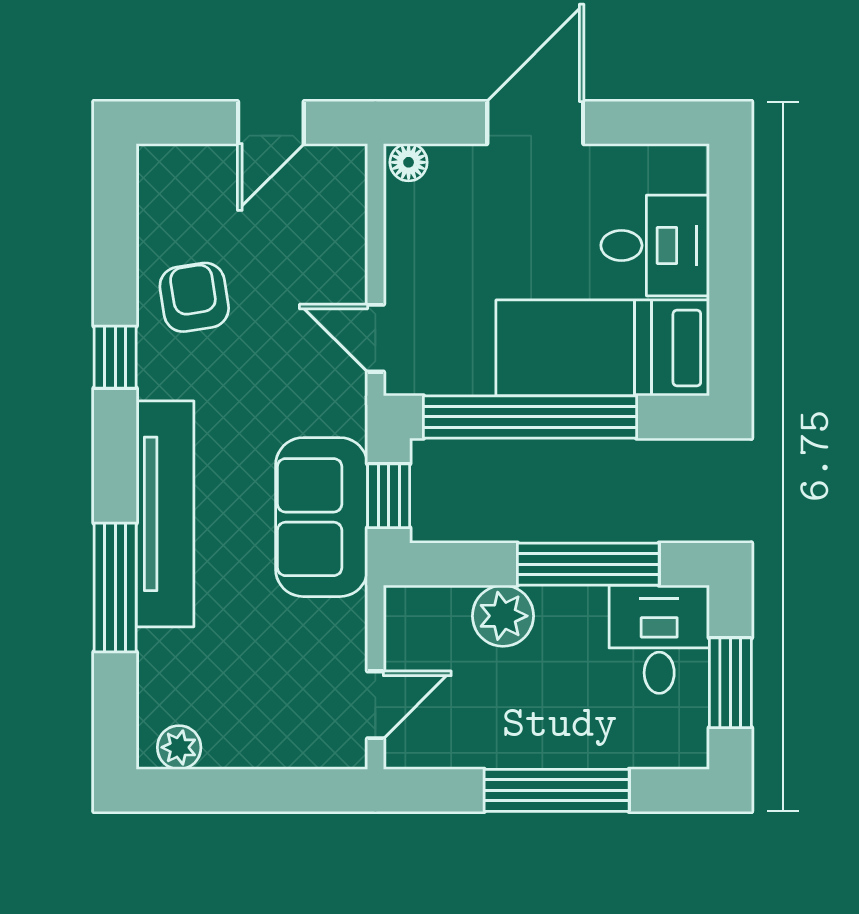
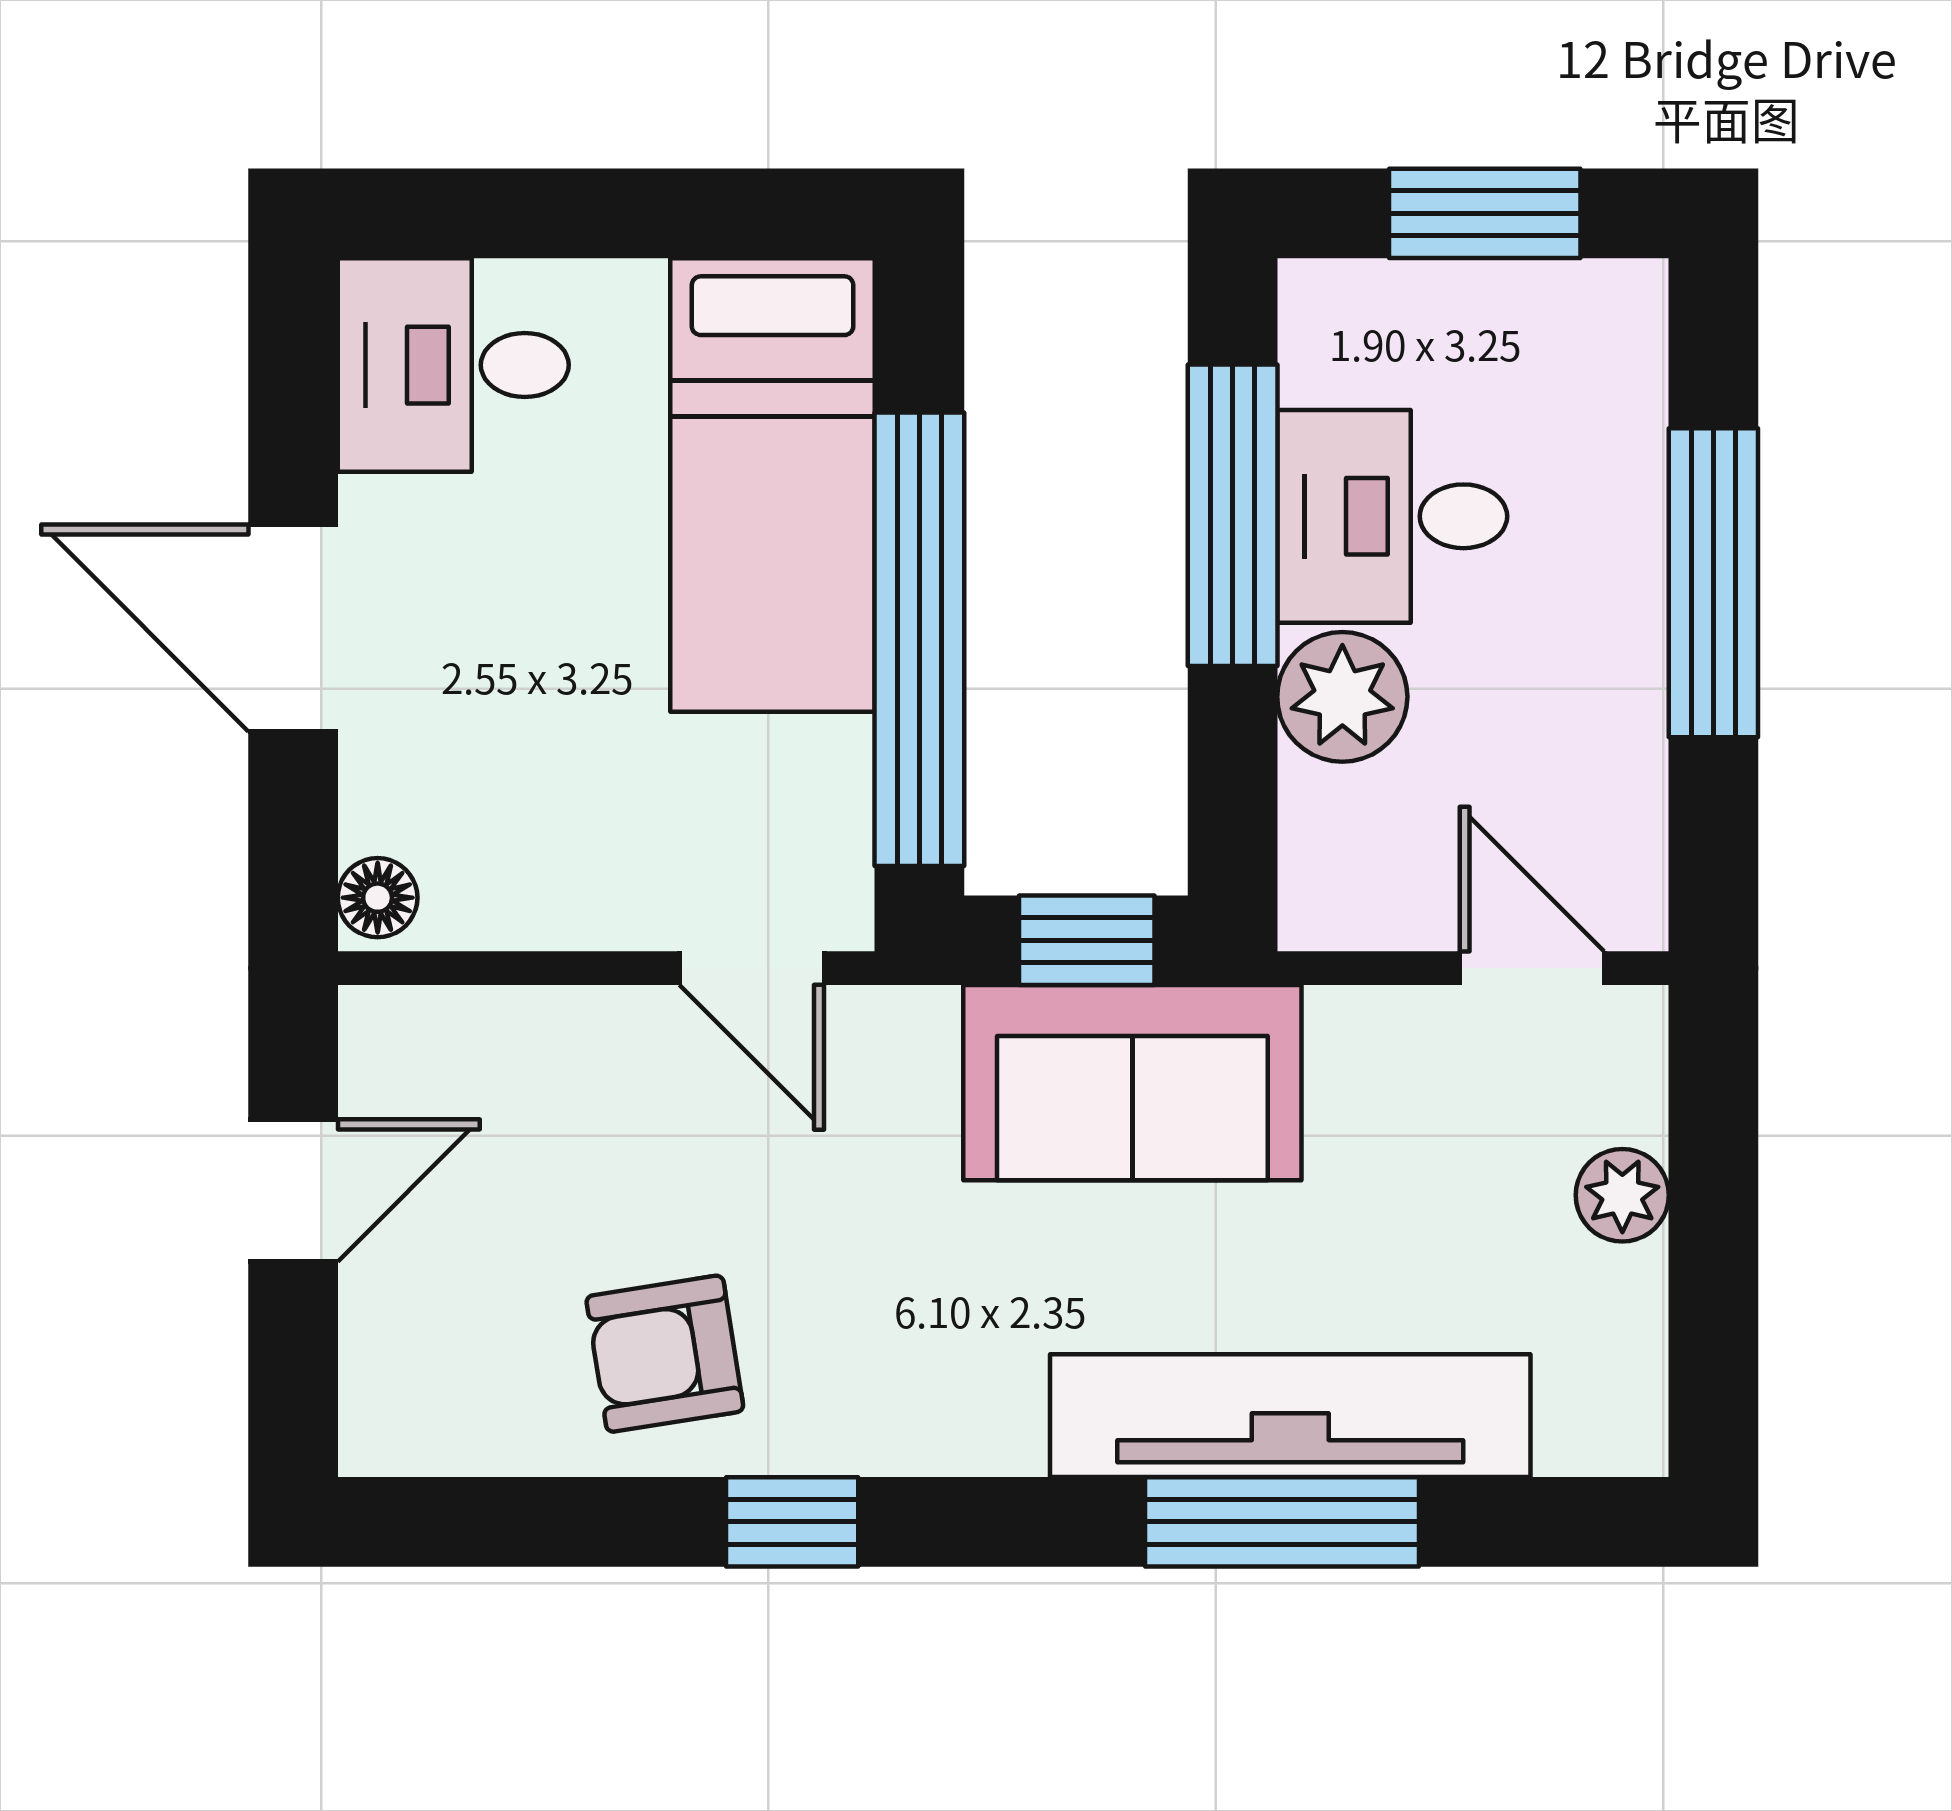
door: (271, 123) -> (293, 1191), hinge flipped
desk: (655, 245) -> (453, 365), moved, turned -90
door: (375, 338) -> (752, 968), hinge flipped
tv unit: (165, 514) -> (1290, 1416), moved
desk: (659, 639) -> (1392, 516), moved
plant: (179, 747) -> (1622, 1195), moved

